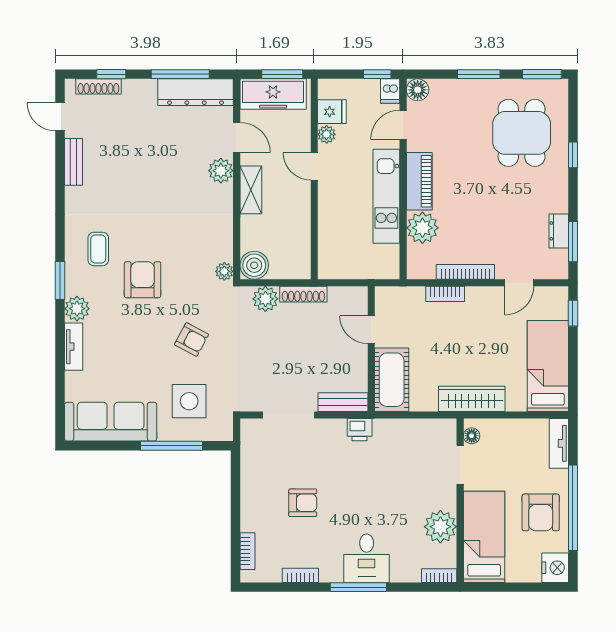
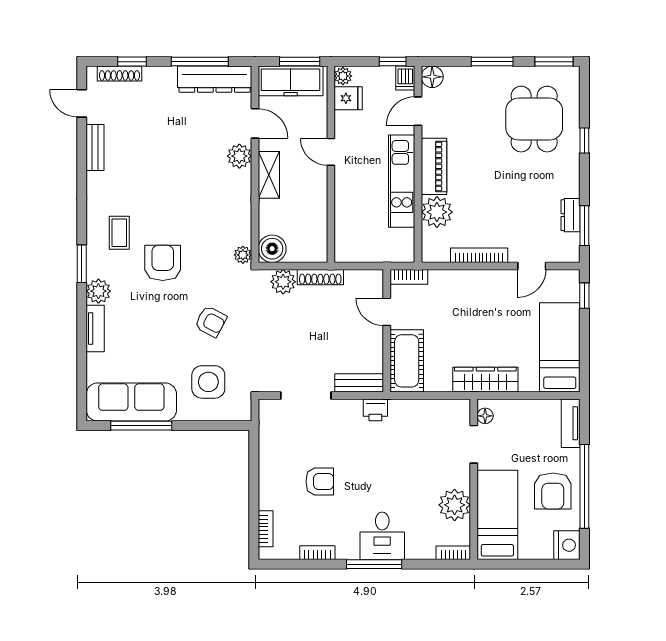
plant: (327, 134) -> (343, 76), moved
bookcase: (445, 294) -> (409, 277), moved
window: (172, 446) -> (141, 426), moved

